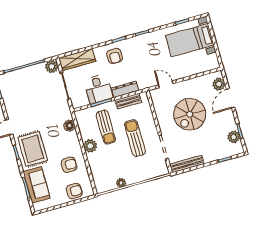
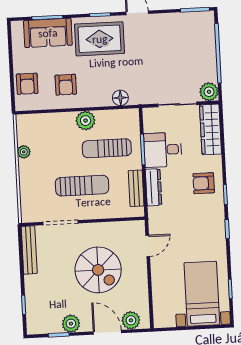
spiral stairs: (190, 114) -> (98, 270), turned 180
plant: (234, 137) -> (71, 324), moved

